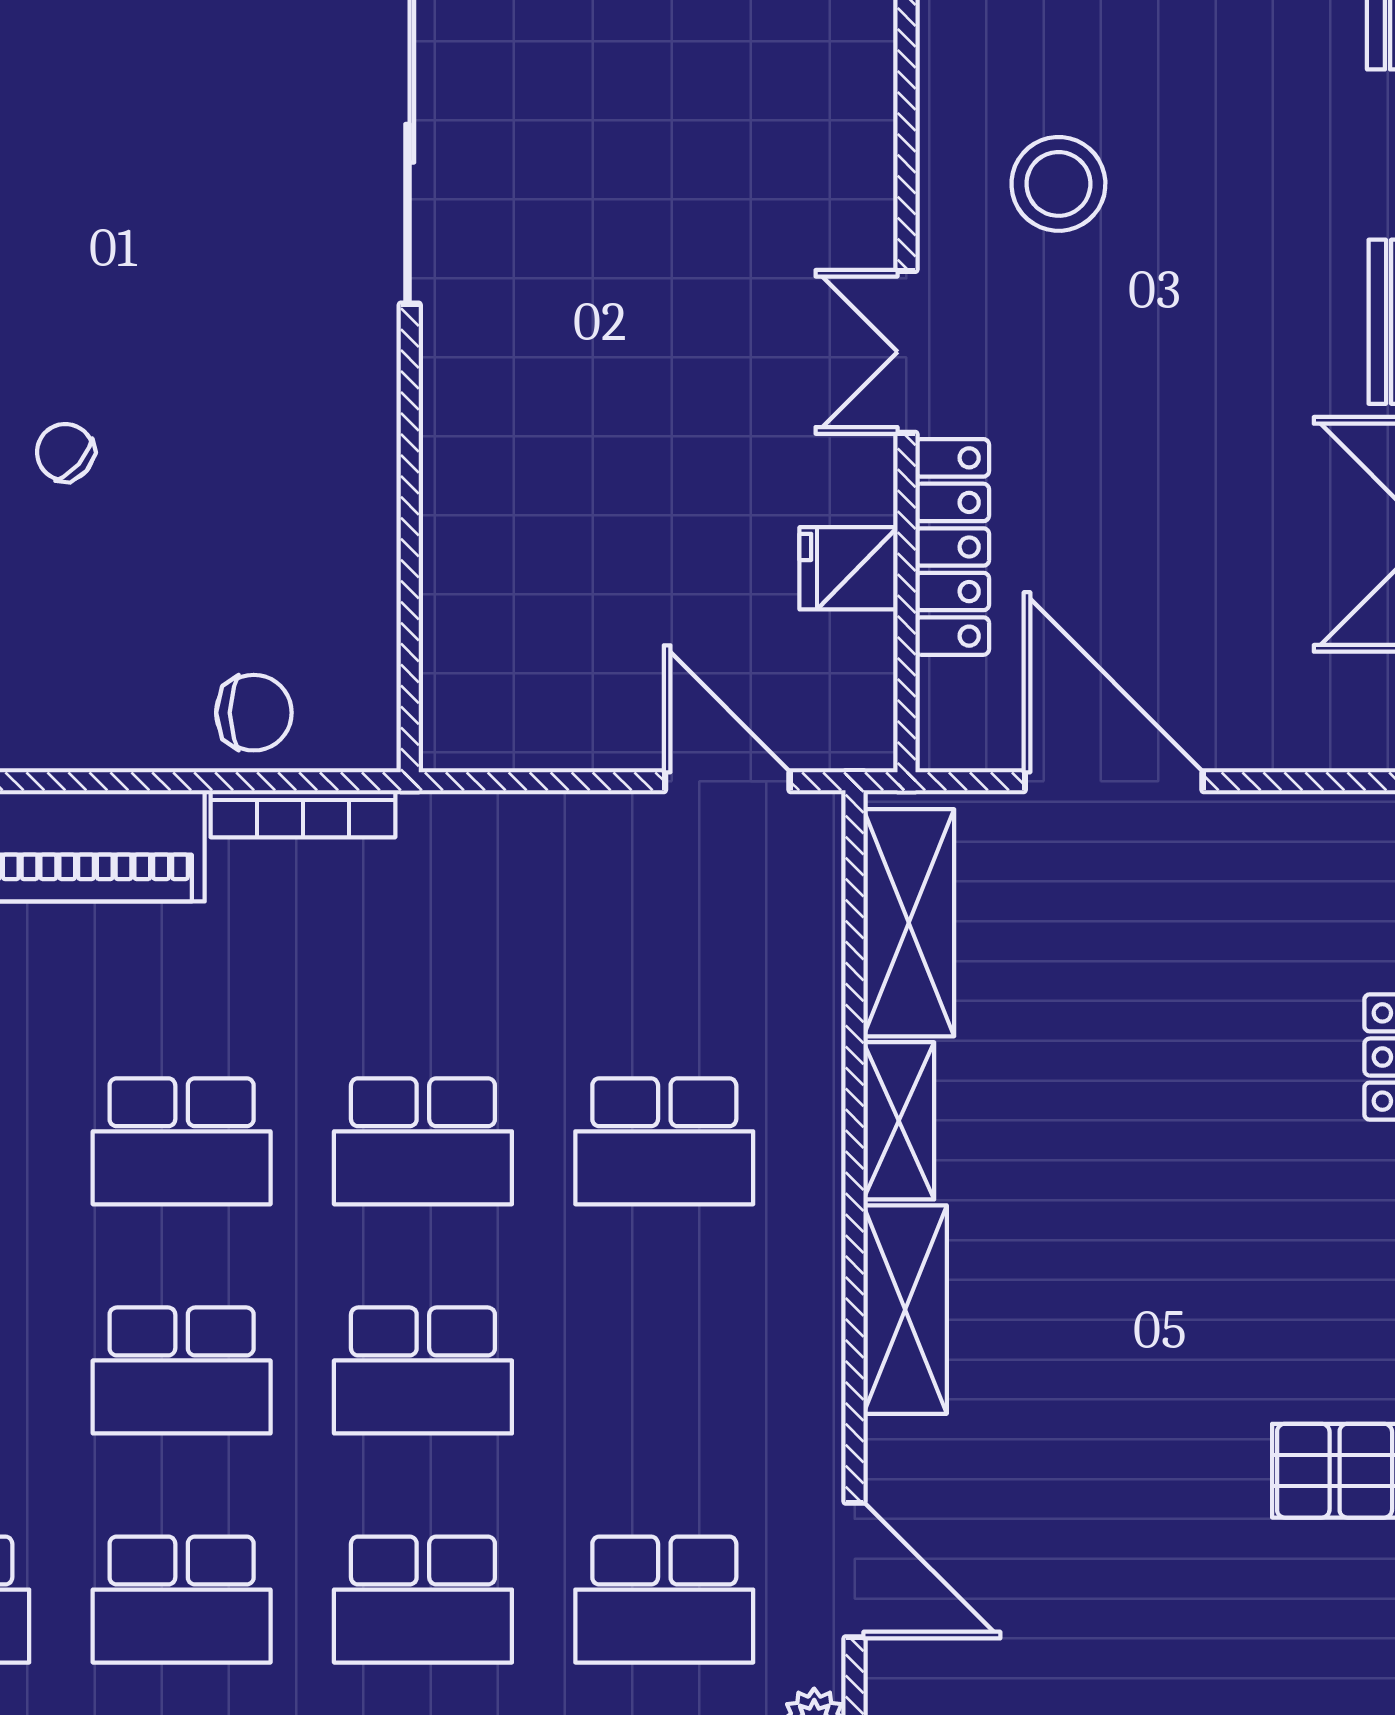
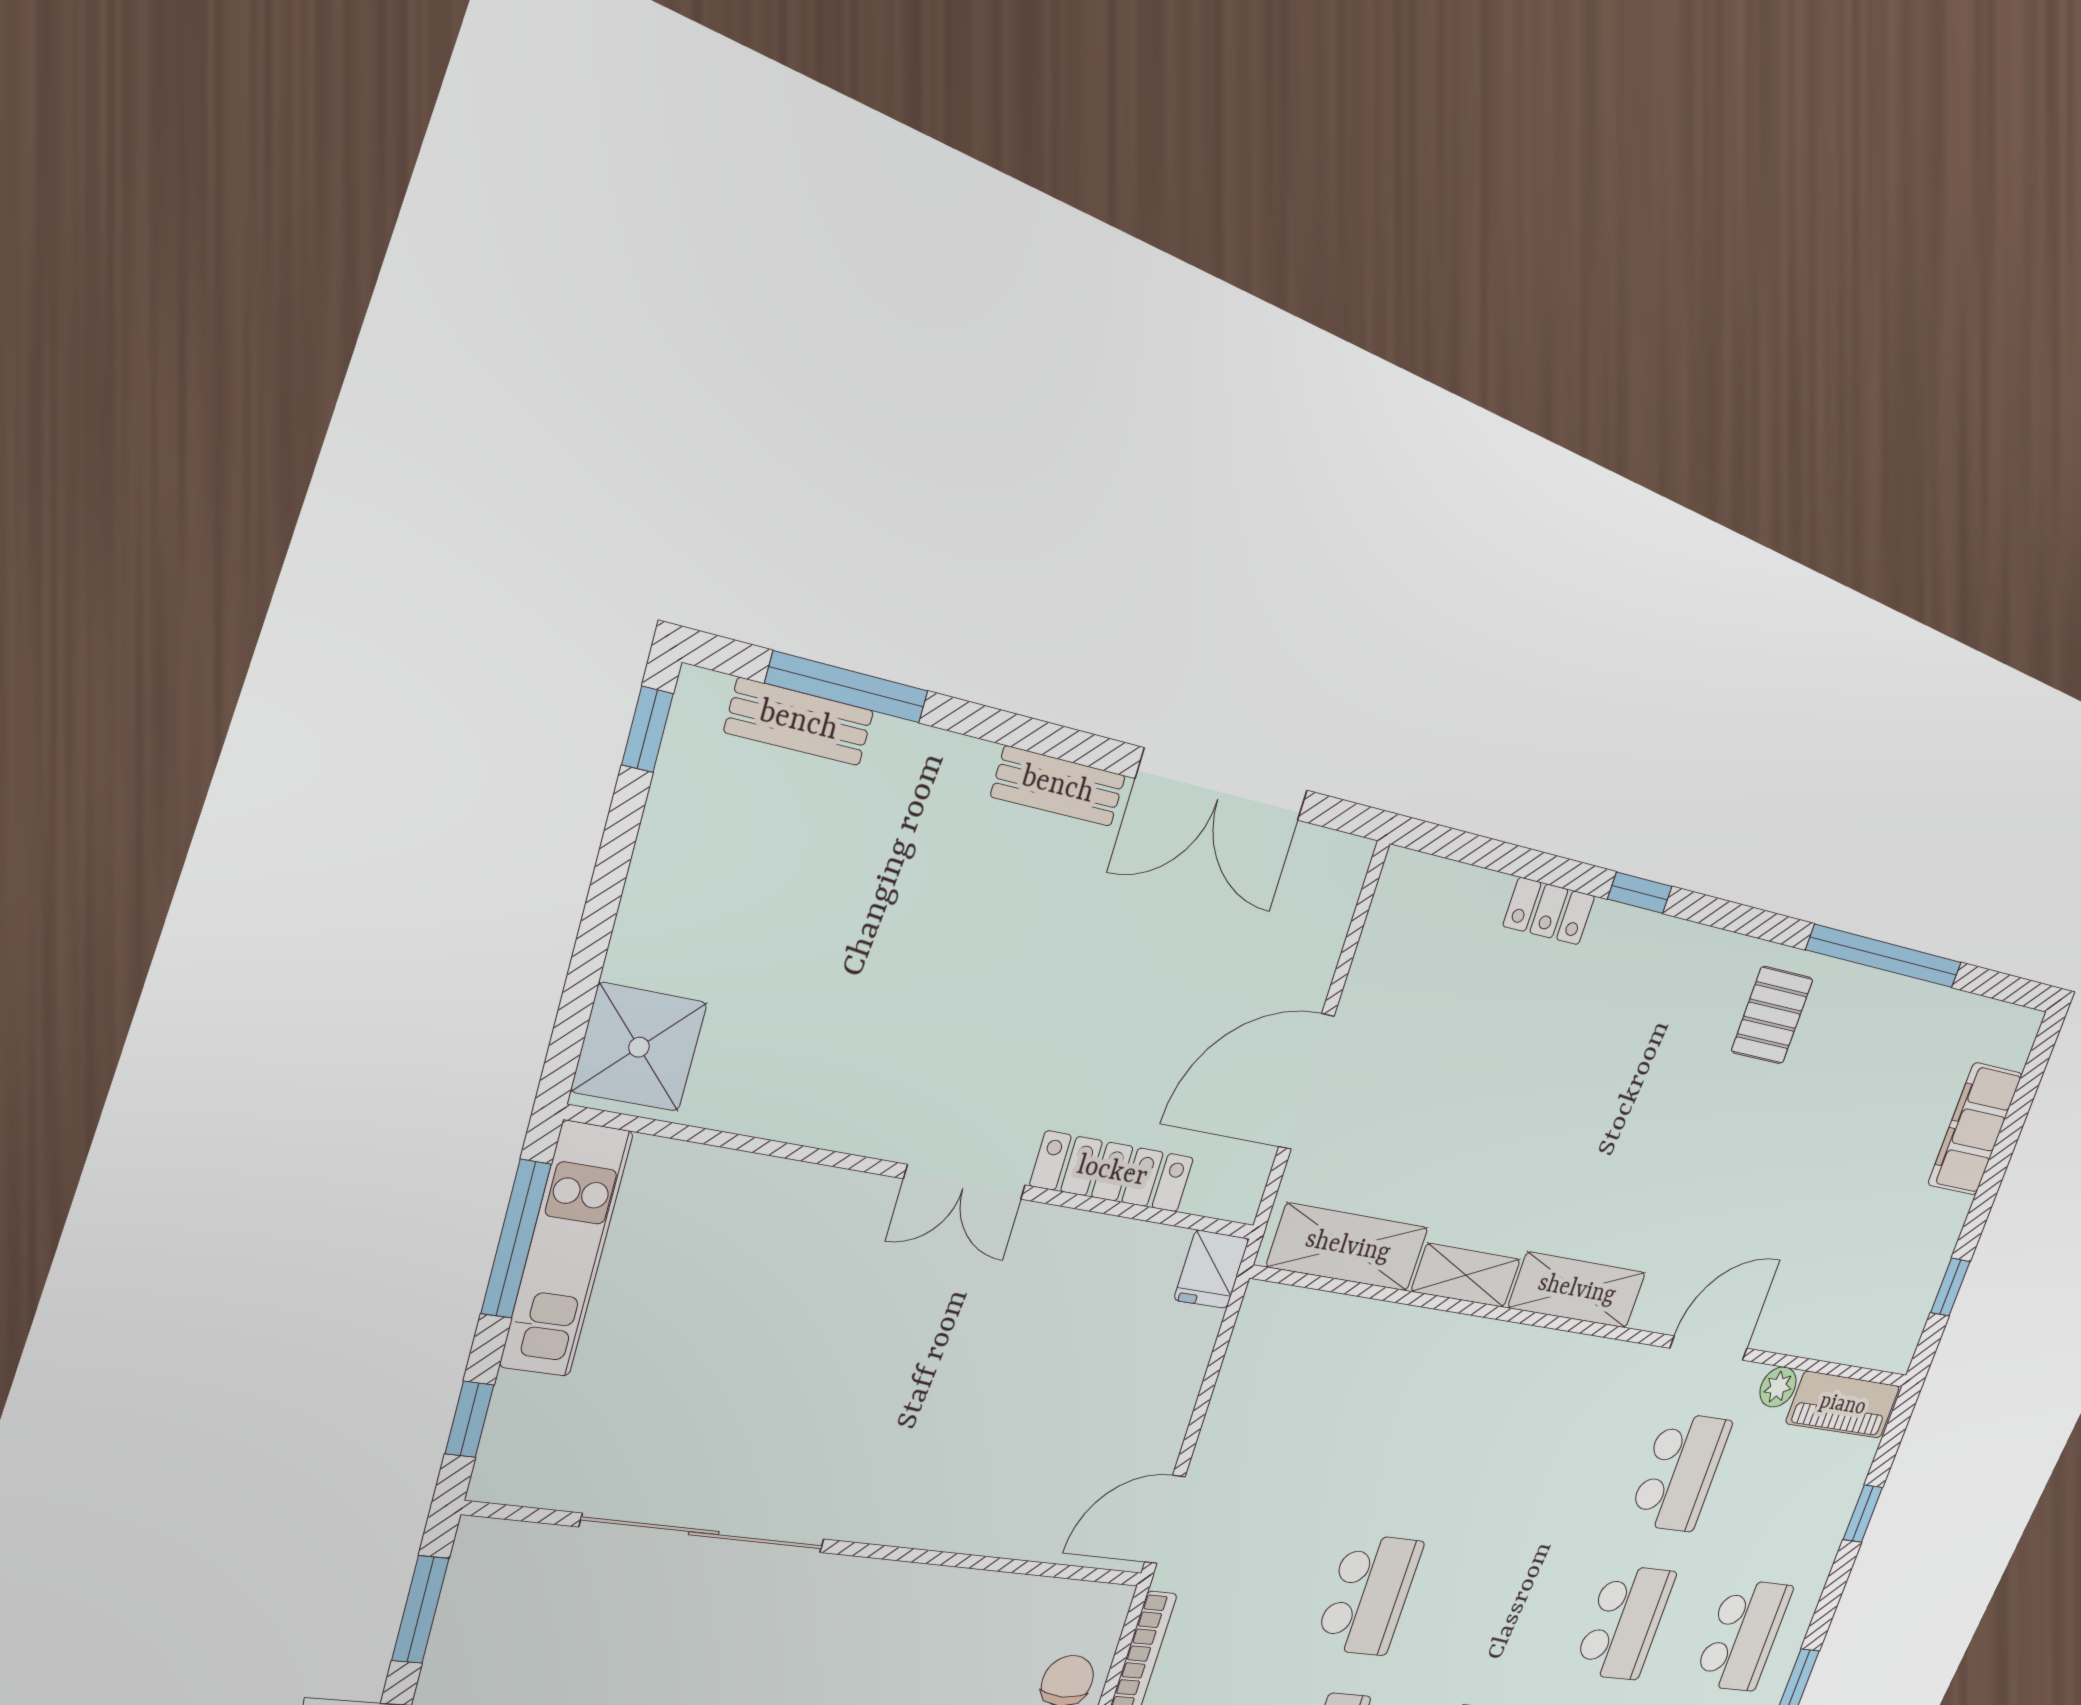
stool: (1058, 184) -> (875, 1040), removed
fridge: (848, 568) -> (1211, 1269), moved
door: (727, 781) -> (1165, 1519), moved
school desk: (664, 1141) -> (1423, 1436), removed
school desk: (423, 1370) -> (1500, 1609), removed

